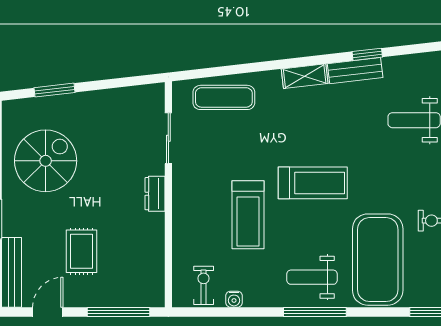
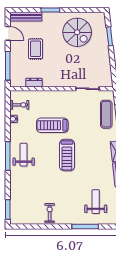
dresser: (155, 194) -> (34, 83), moved
rug: (81, 251) -> (36, 49), turned 90
exercise mat: (378, 260) -> (32, 185), removed

